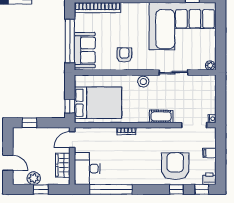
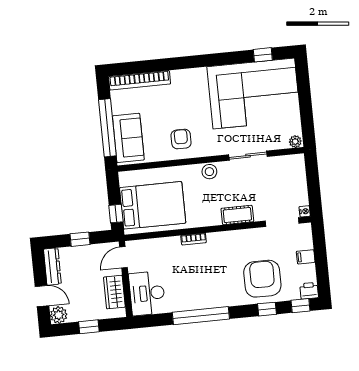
window: (29, 123) -> (80, 239), moved
dresser: (18, 141) -> (52, 267), added
plant: (34, 178) -> (59, 315), moved
window: (111, 189) -> (201, 316), moved

